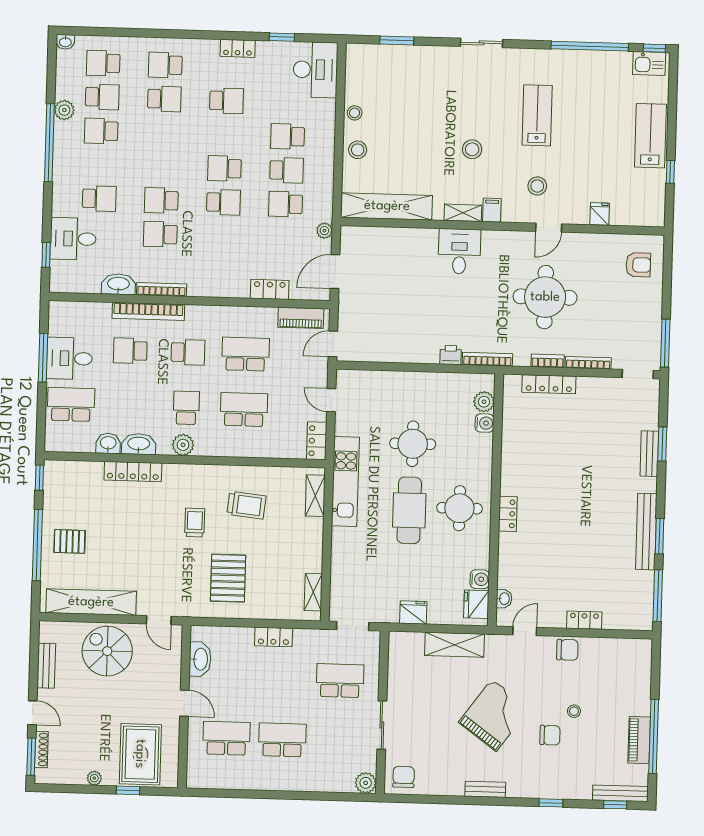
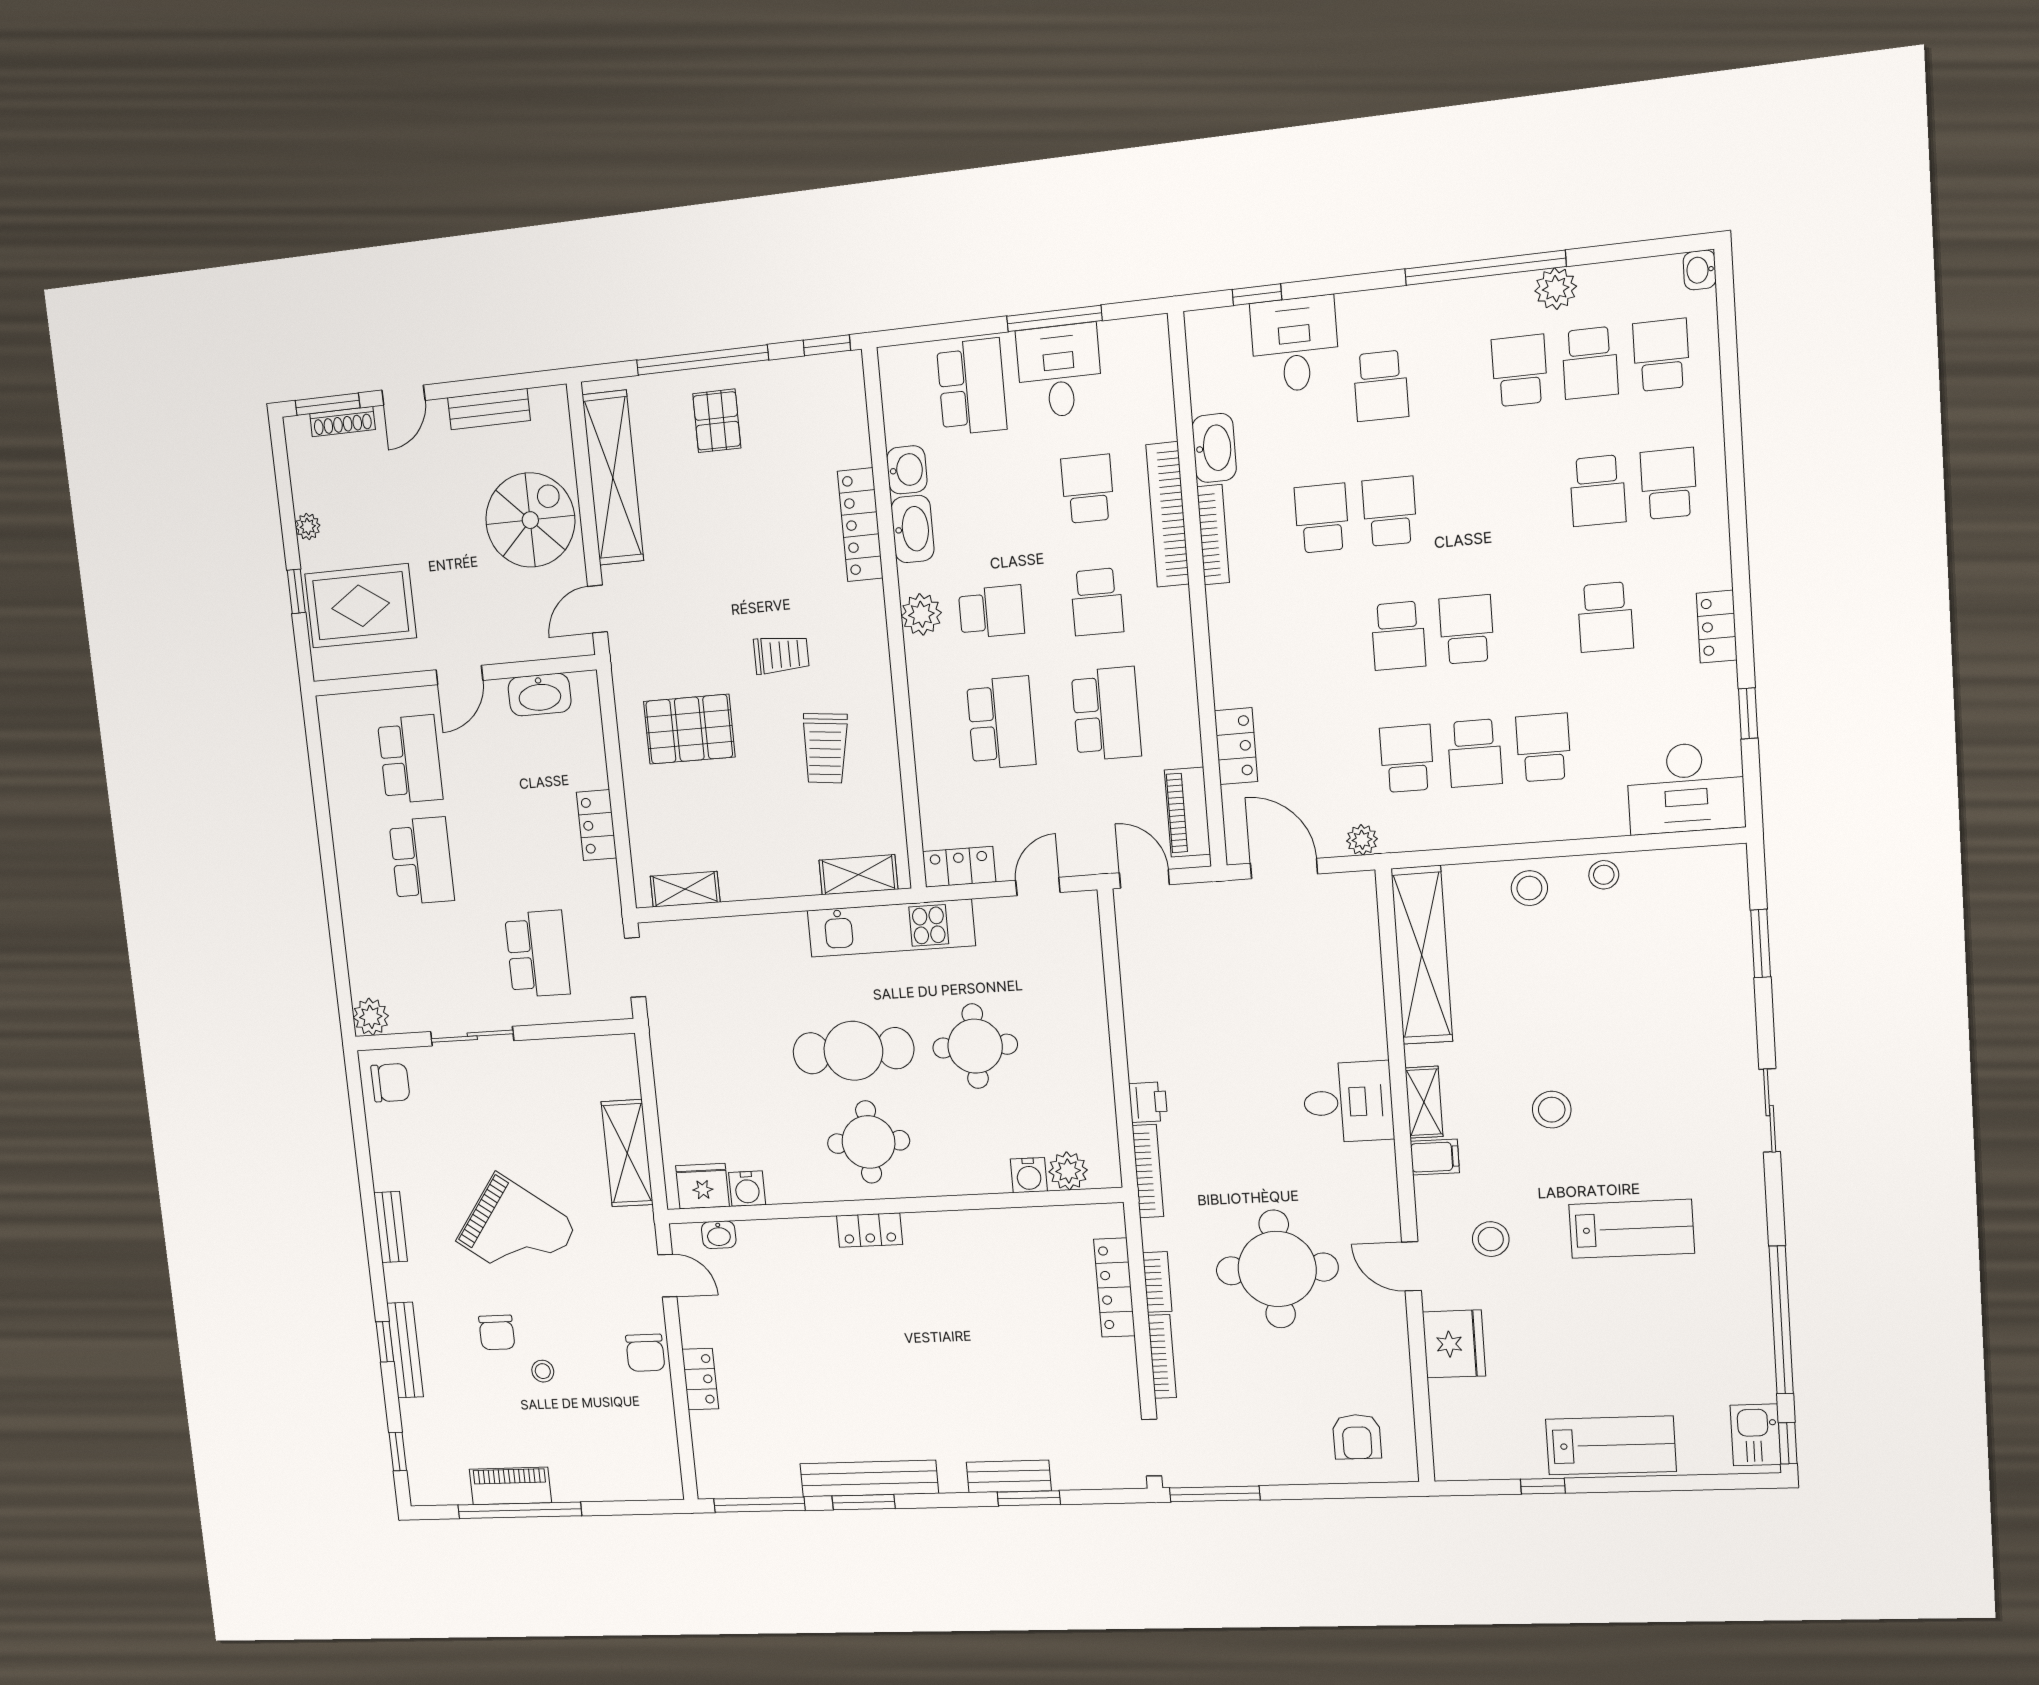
fridge: (600, 214) -> (1454, 1344), width x1.88, depth x1.34
fridge: (413, 612) -> (673, 1074), removed
bench: (620, 793) -> (405, 1350), moved

